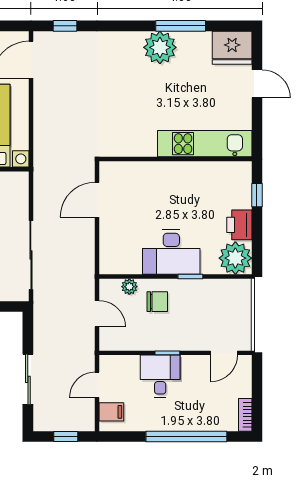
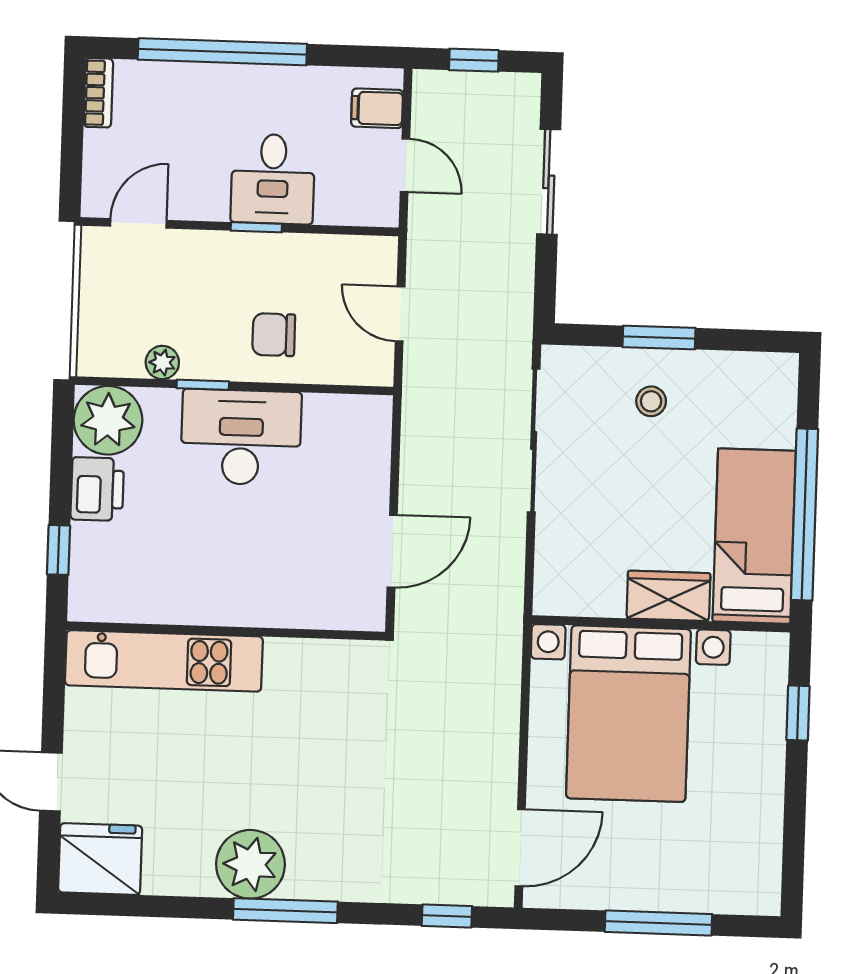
window: (181, 26) -> (285, 911), moved
plant: (129, 287) -> (162, 362), moved
door: (97, 385) -> (405, 165), hinge flipped

